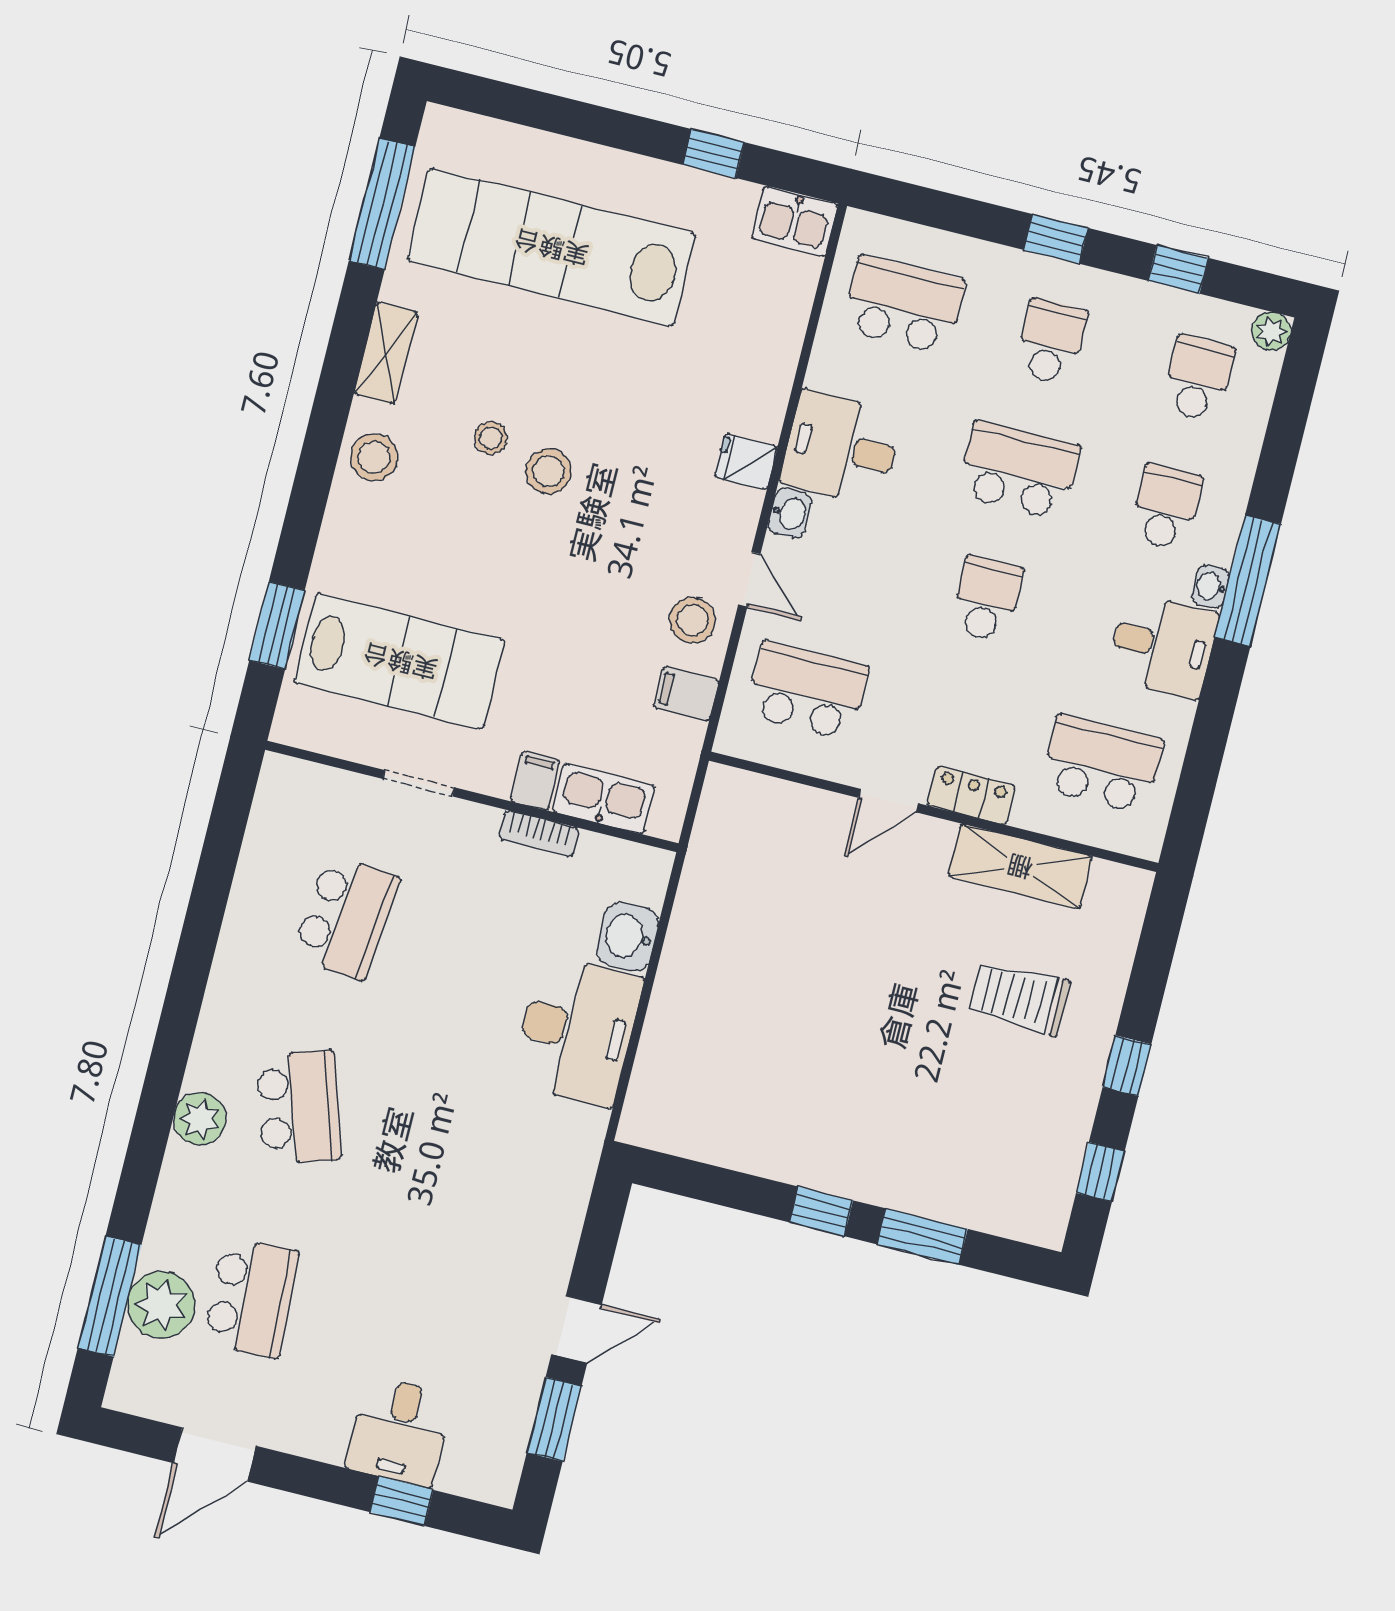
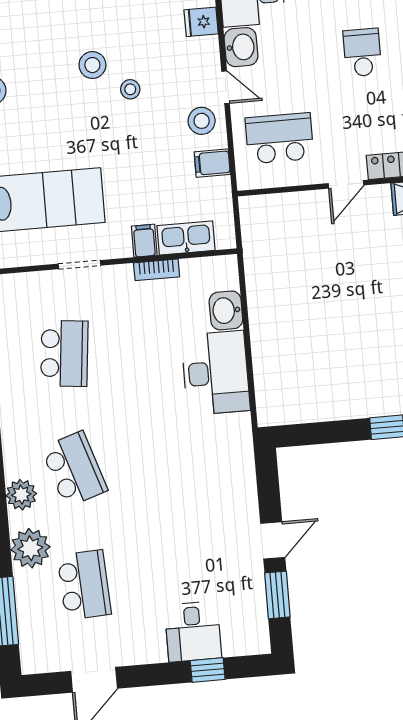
stool: (491, 438) -> (130, 89), moved
washbasin: (790, 513) -> (241, 47), width x1.38, depth x1.45
plant: (161, 1305) -> (30, 548), moved

